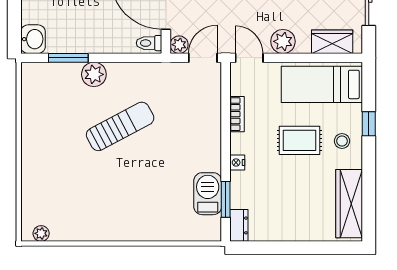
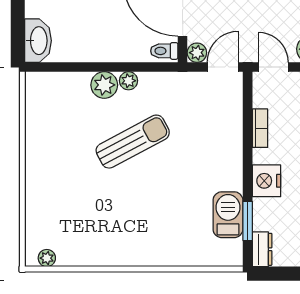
washbasin: (33, 39) -> (38, 41), width x1.38
window: (68, 58) -> (76, 67), removed
plant: (116, 70) -> (129, 81), added
nightstand: (237, 162) -> (266, 181), width x1.89, depth x1.79

